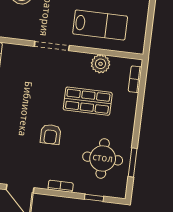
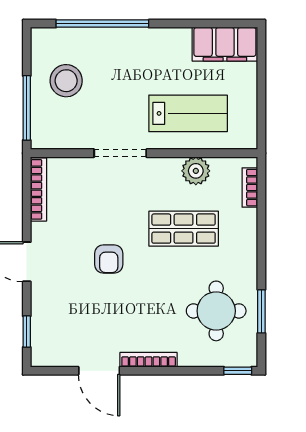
armchair: (51, 134) -> (109, 259), moved
bookcase: (61, 186) -> (149, 360), width x1.56
window: (94, 198) -> (238, 371), moved

